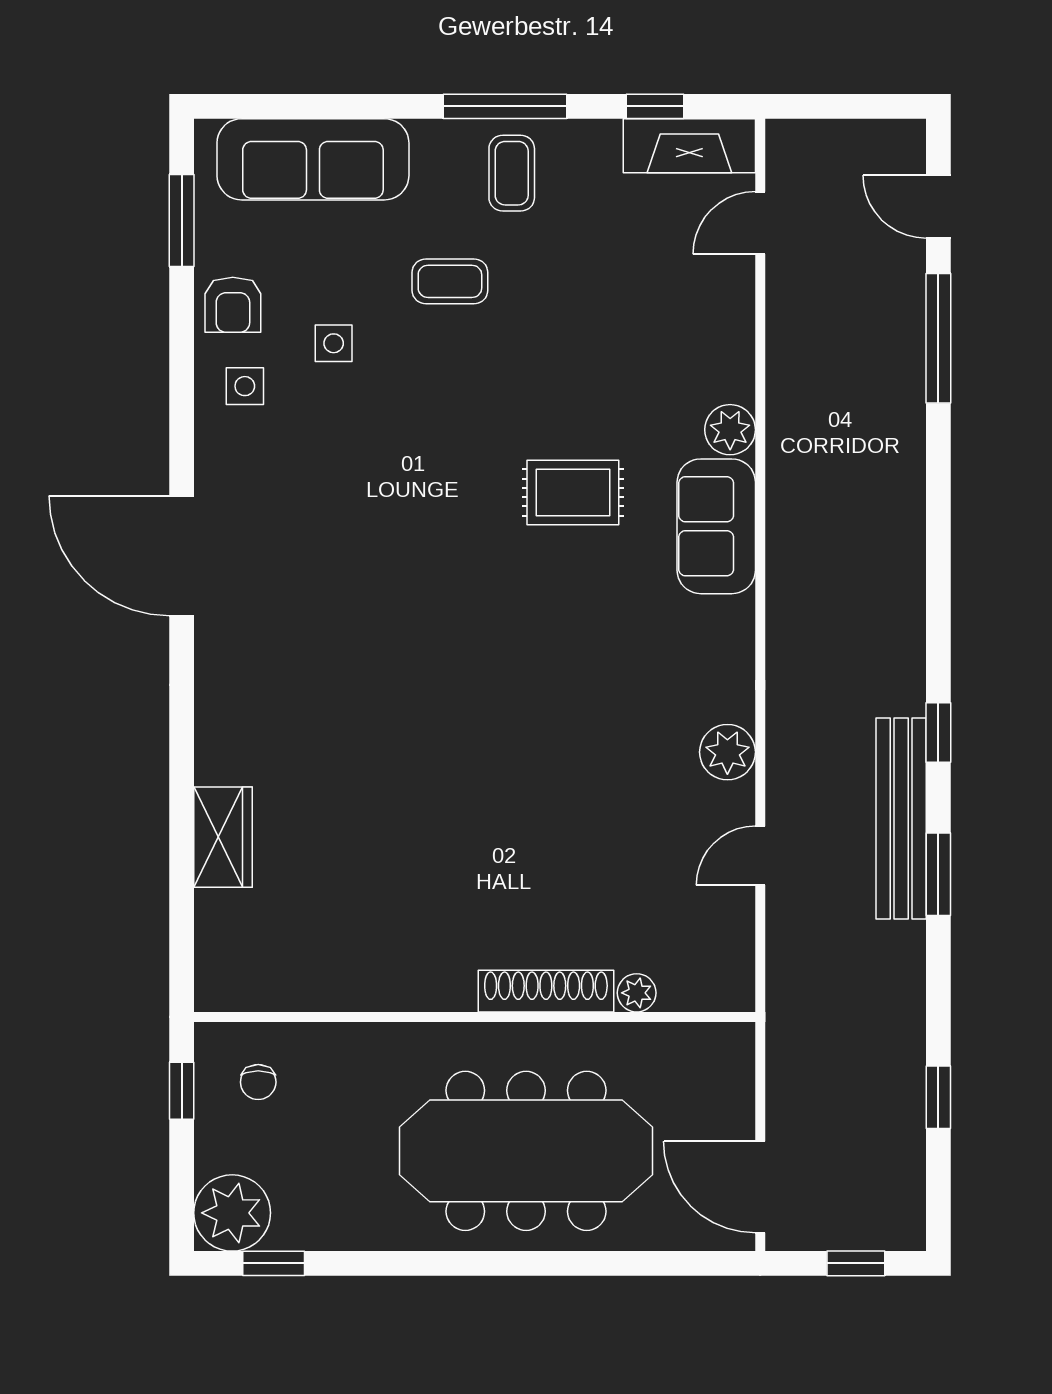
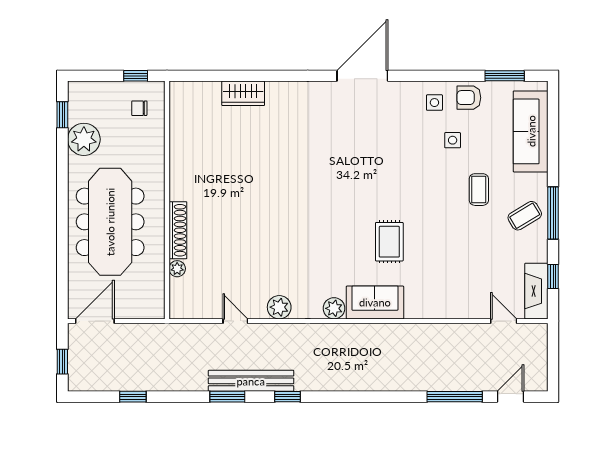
coffee table: (512, 173) -> (525, 216), turned -31
plant: (730, 430) -> (334, 308), moved
plant: (232, 1213) -> (84, 139), moved

